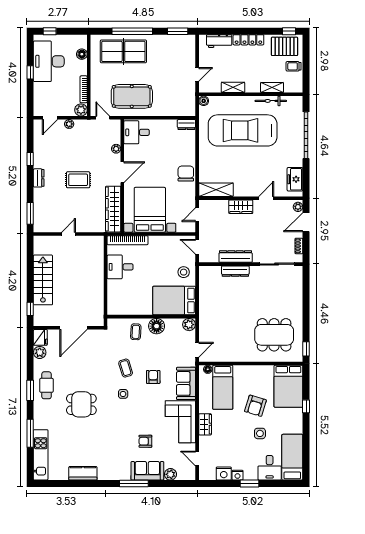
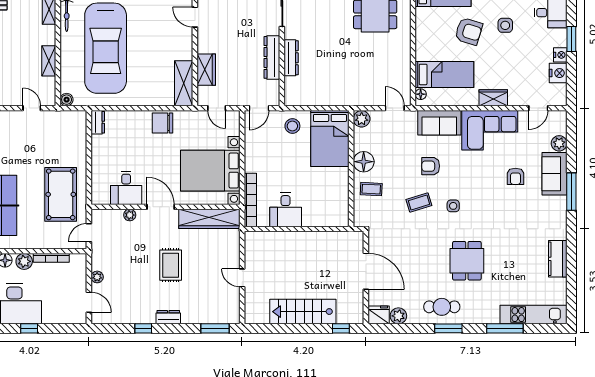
plant: (81, 110) -> (24, 261), moved
desk: (137, 132) -> (126, 188), moved
wardrobe: (241, 207) -> (206, 70), moved

